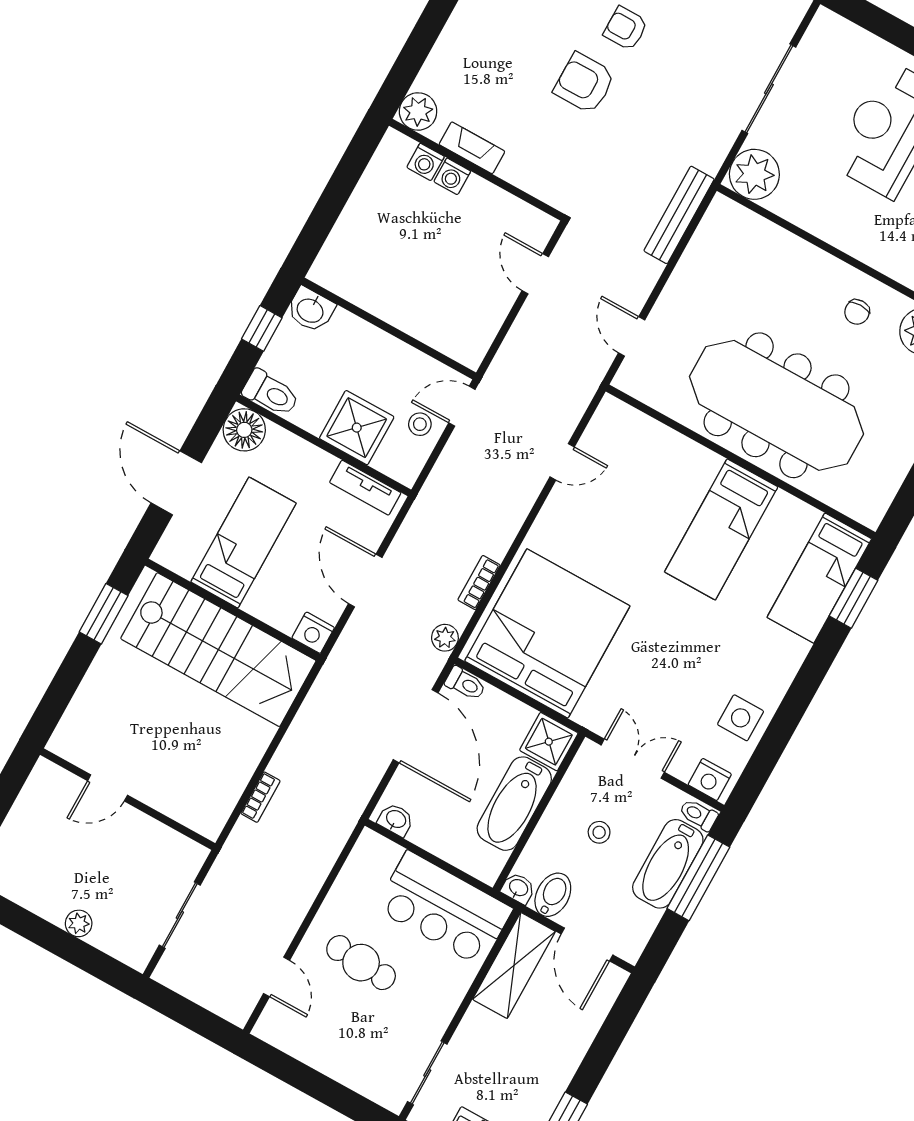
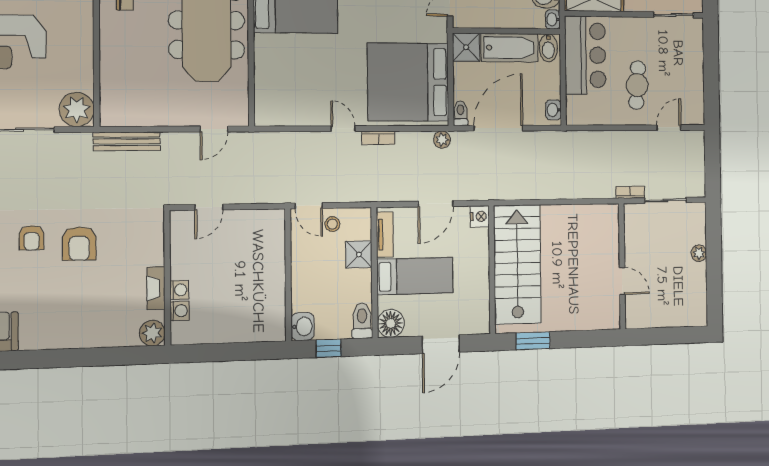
shower: (357, 428) -> (359, 254), width x0.73, depth x0.73
door: (562, 462) -> (343, 129), moved
bed: (243, 543) -> (415, 276), moved, turned 180
bookcase: (479, 583) -> (378, 138), moved
bookcase: (261, 797) -> (630, 192), moved
bidet: (483, 860) -> (548, 48), added

